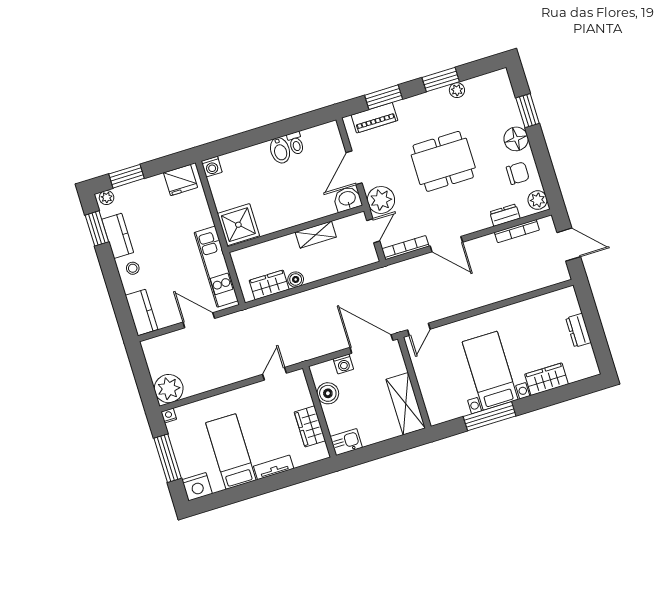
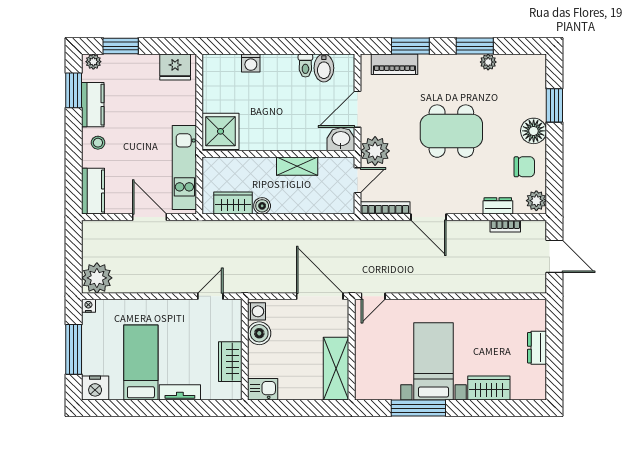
bidet: (280, 150) -> (324, 68), moved
washing machine: (212, 167) -> (251, 63), moved
bookcase: (517, 231) -> (505, 226), width x0.64
washing machine: (343, 364) -> (256, 311), moved, turned -90

